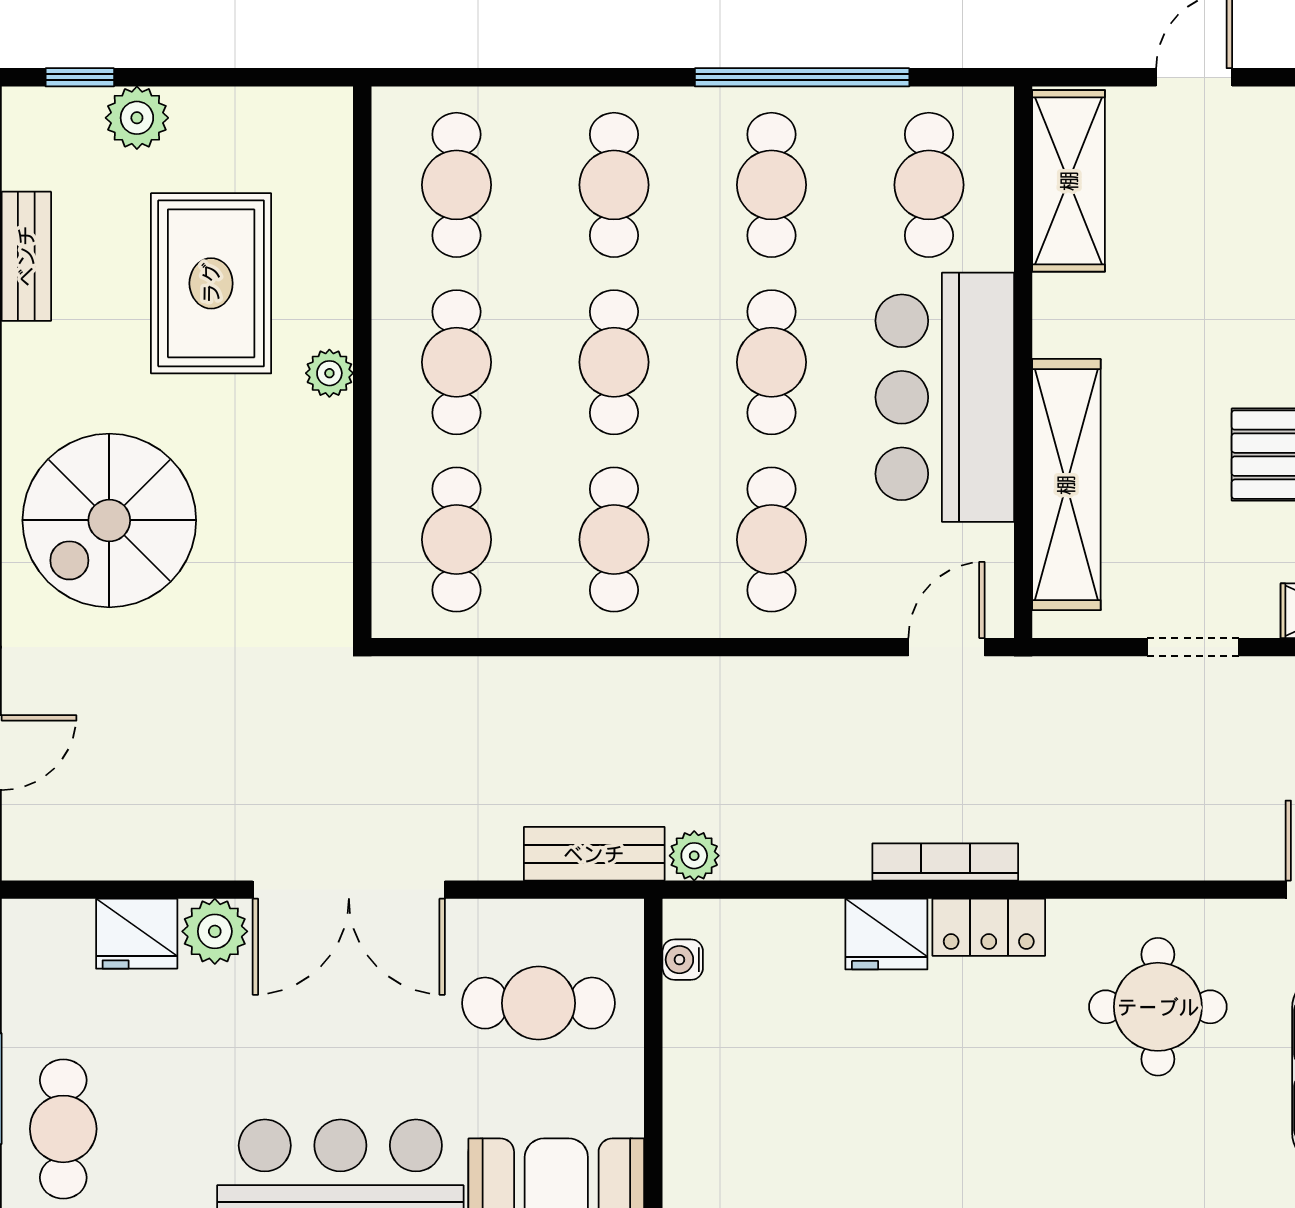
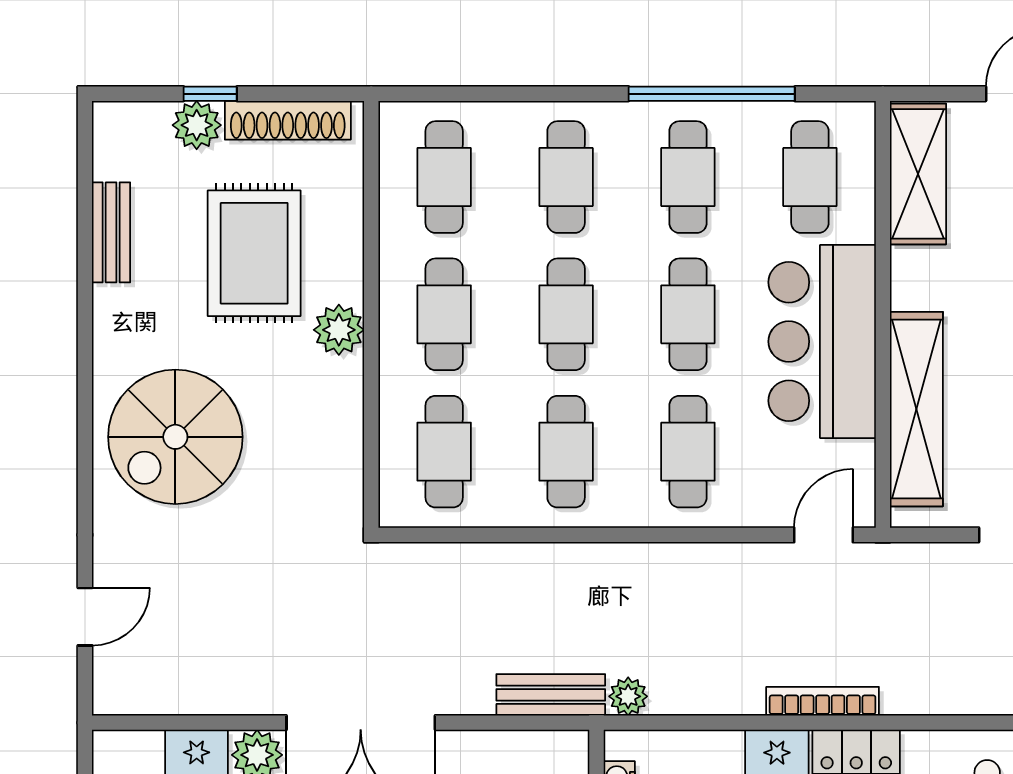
window: (80, 77) -> (210, 94), moved
shoe rack: (255, 112) -> (288, 120), added
plant: (329, 373) -> (339, 330), width x1.38, depth x1.38

